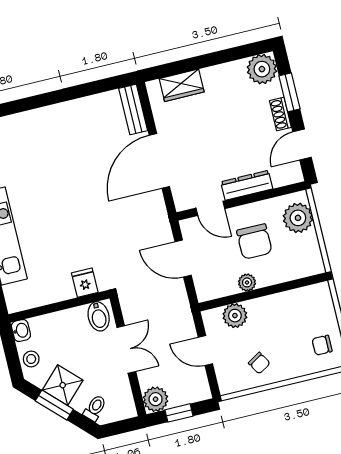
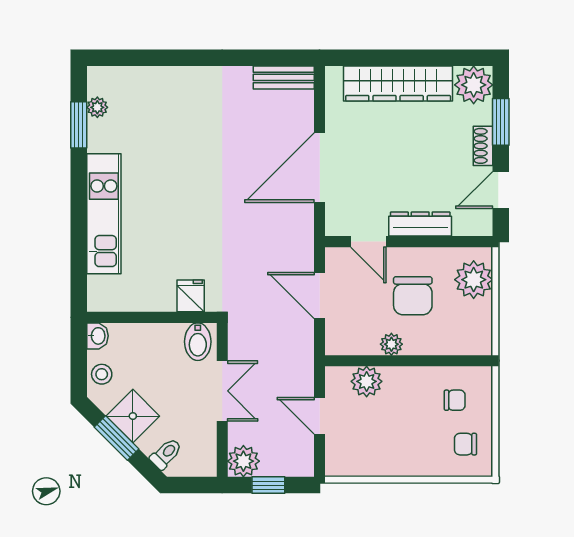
wardrobe: (182, 85) -> (398, 83), width x2.10, depth x1.17
bench: (133, 109) -> (284, 77), moved, turned 90
chair: (259, 363) -> (455, 400), moved, turned -59

